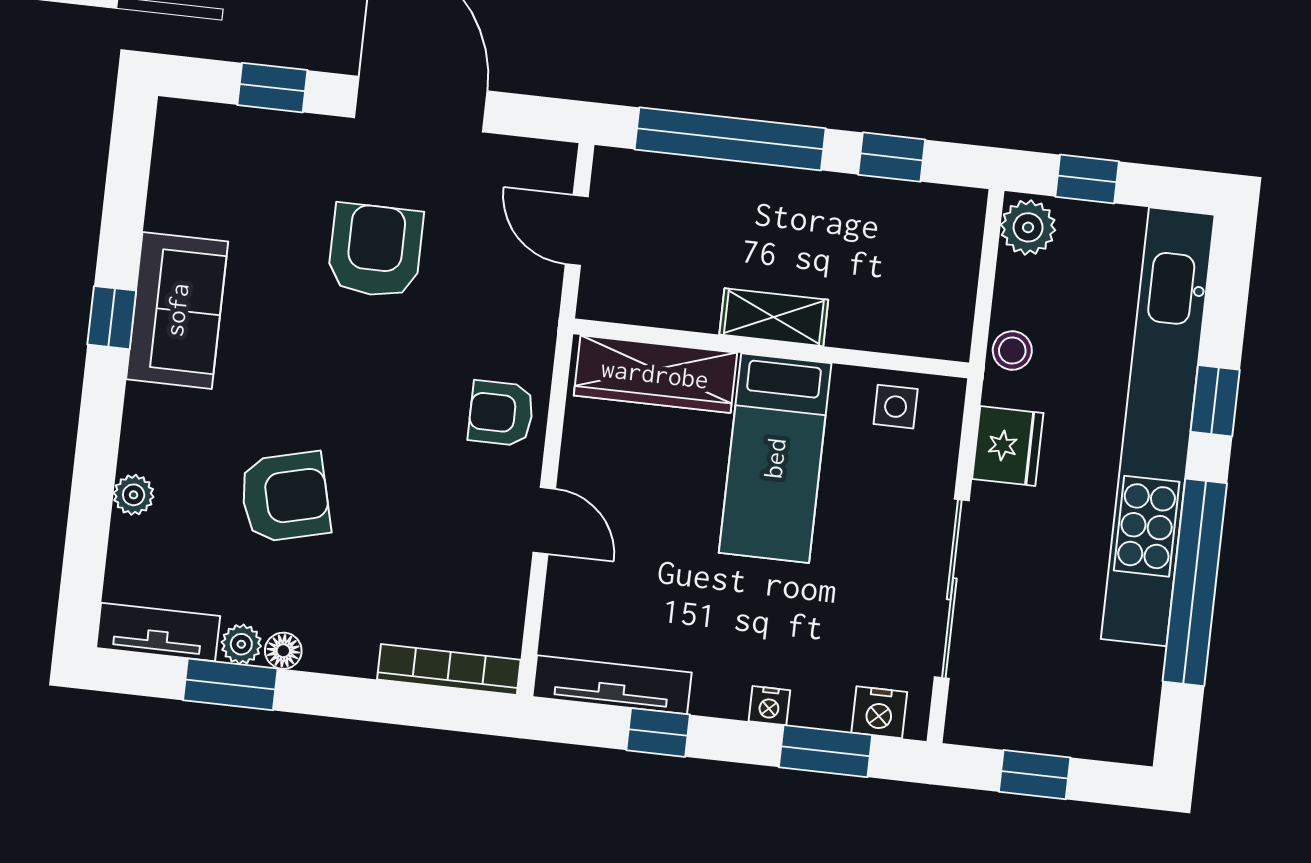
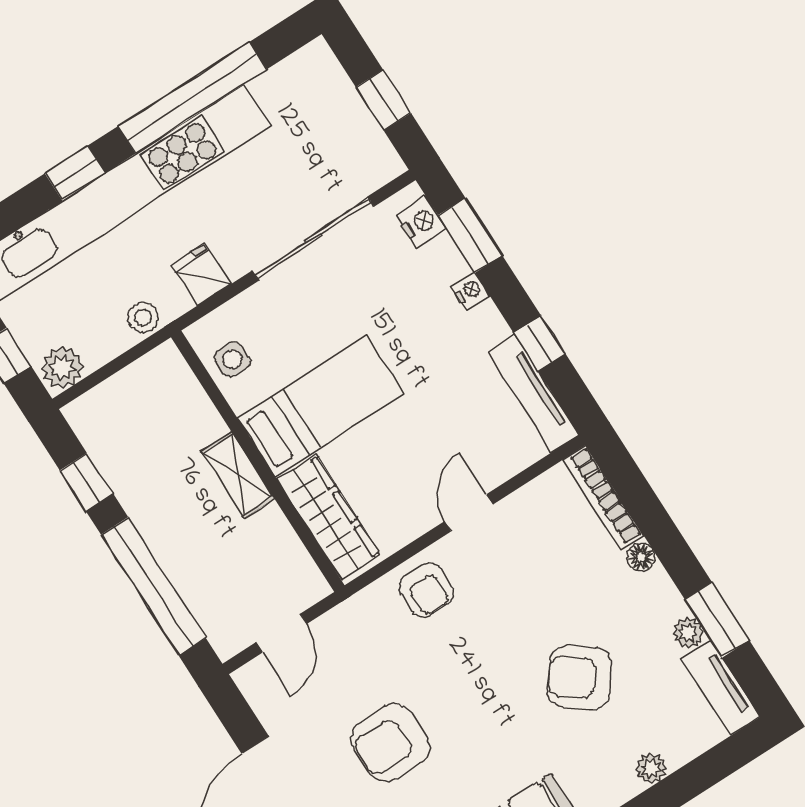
fridge: (1008, 446) -> (202, 274), width x0.72
armchair: (285, 497) -> (580, 678), turned -39
floor lamp: (283, 651) -> (641, 557), moved

